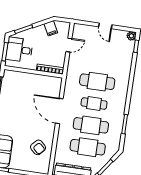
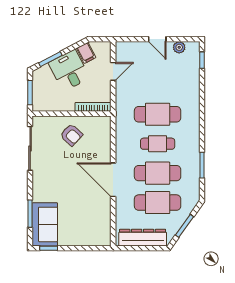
plant: (131, 36) -> (179, 47), moved
desk: (19, 50) -> (69, 70), moved, turned 63
door: (59, 111) -> (113, 180), moved
armchair: (38, 147) -> (71, 135), moved

